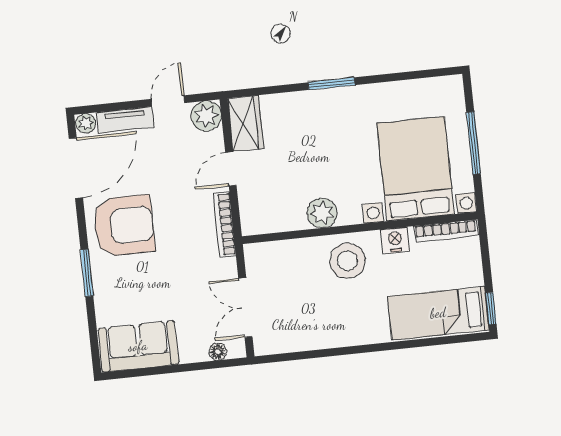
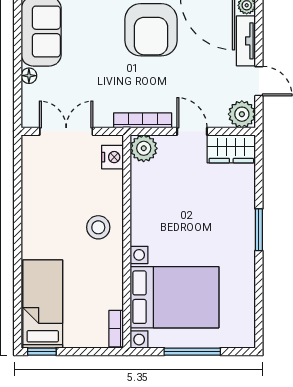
plant: (322, 213) -> (144, 148), moved
bookcase: (446, 231) -> (116, 329), width x0.64
nightstand: (395, 240) -> (112, 157), moved
stool: (347, 261) -> (98, 227), width x0.73, depth x0.73
floor lamp: (218, 352) -> (29, 76), moved

